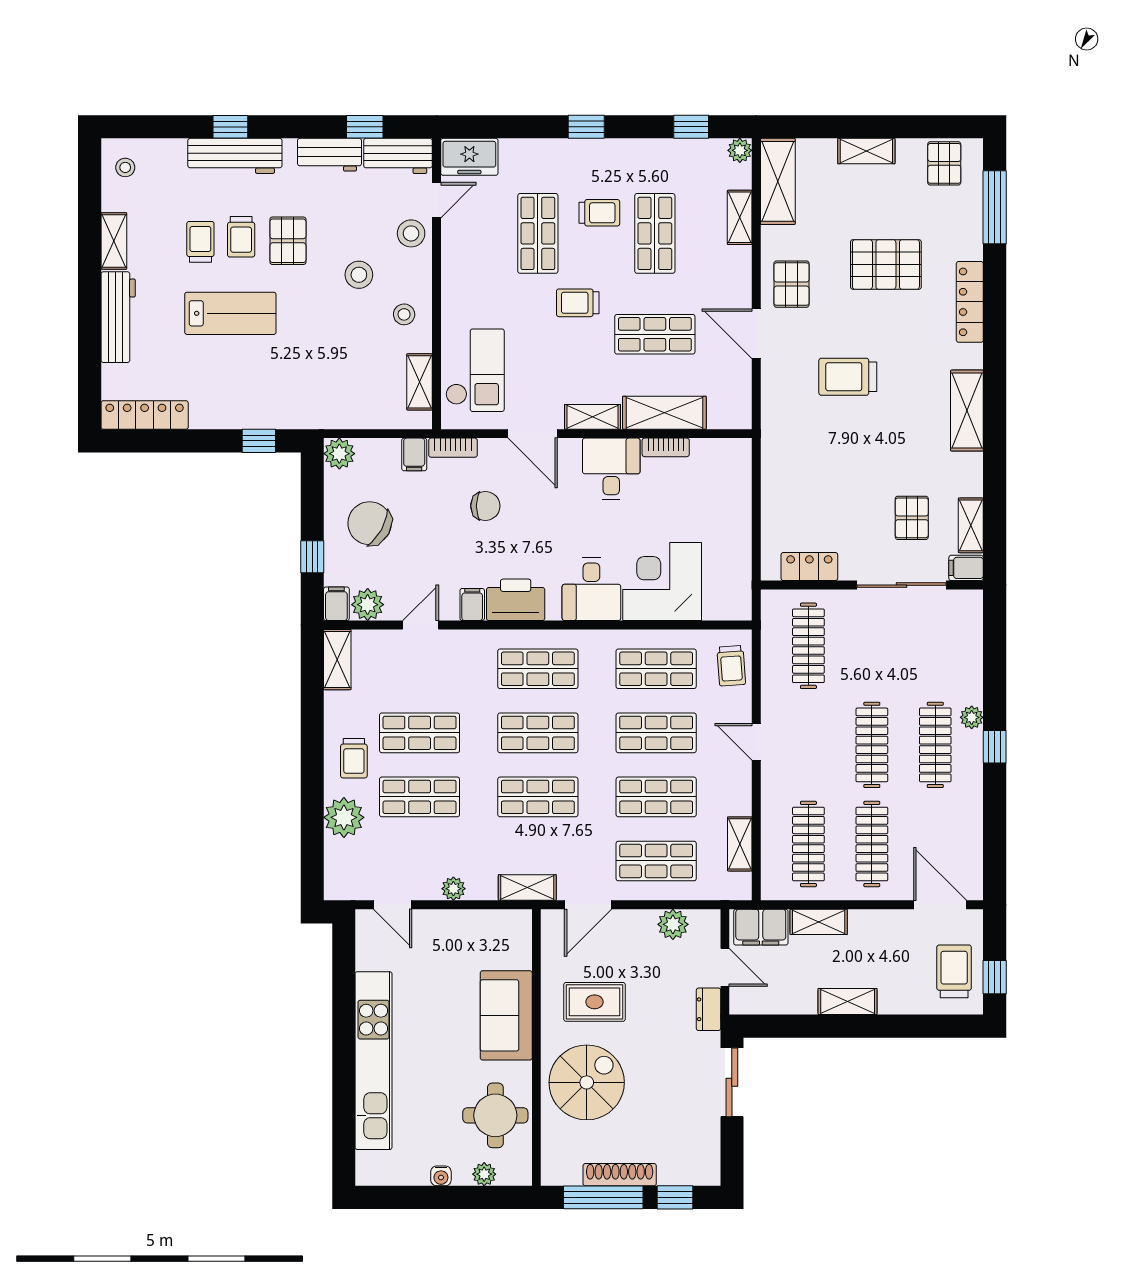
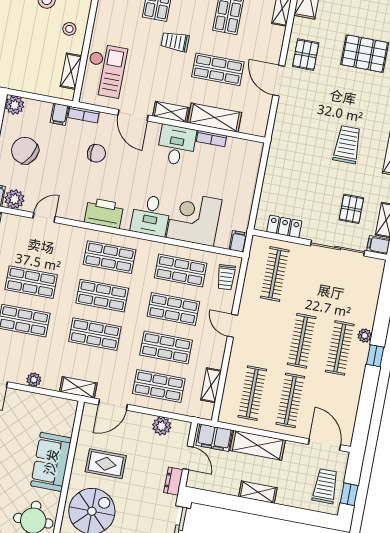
trolley: (848, 377) -> (347, 145), moved, turned 90
filing cabinet: (472, 605) -> (238, 241), moved
shelving: (819, 922) -> (258, 445), width x1.50, depth x1.33

